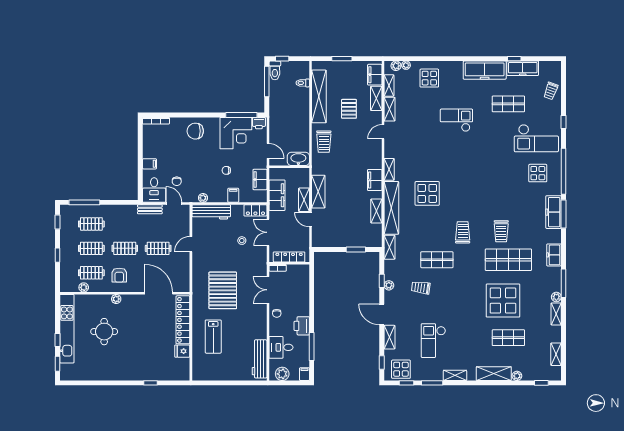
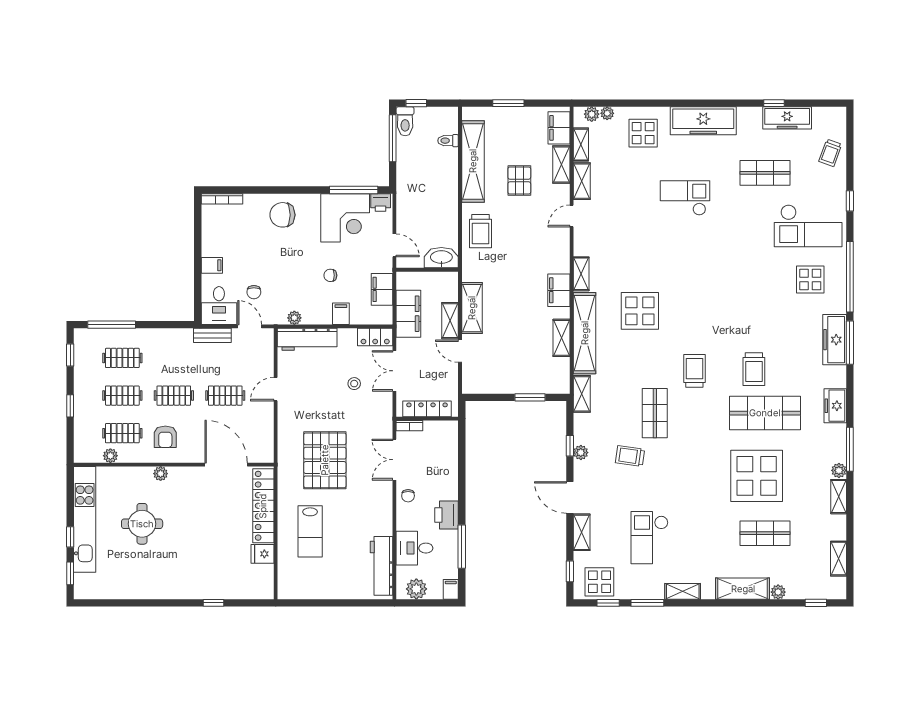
freezer: (485, 70) -> (703, 121), moved
shop shelf: (437, 260) -> (655, 413), turned 90

